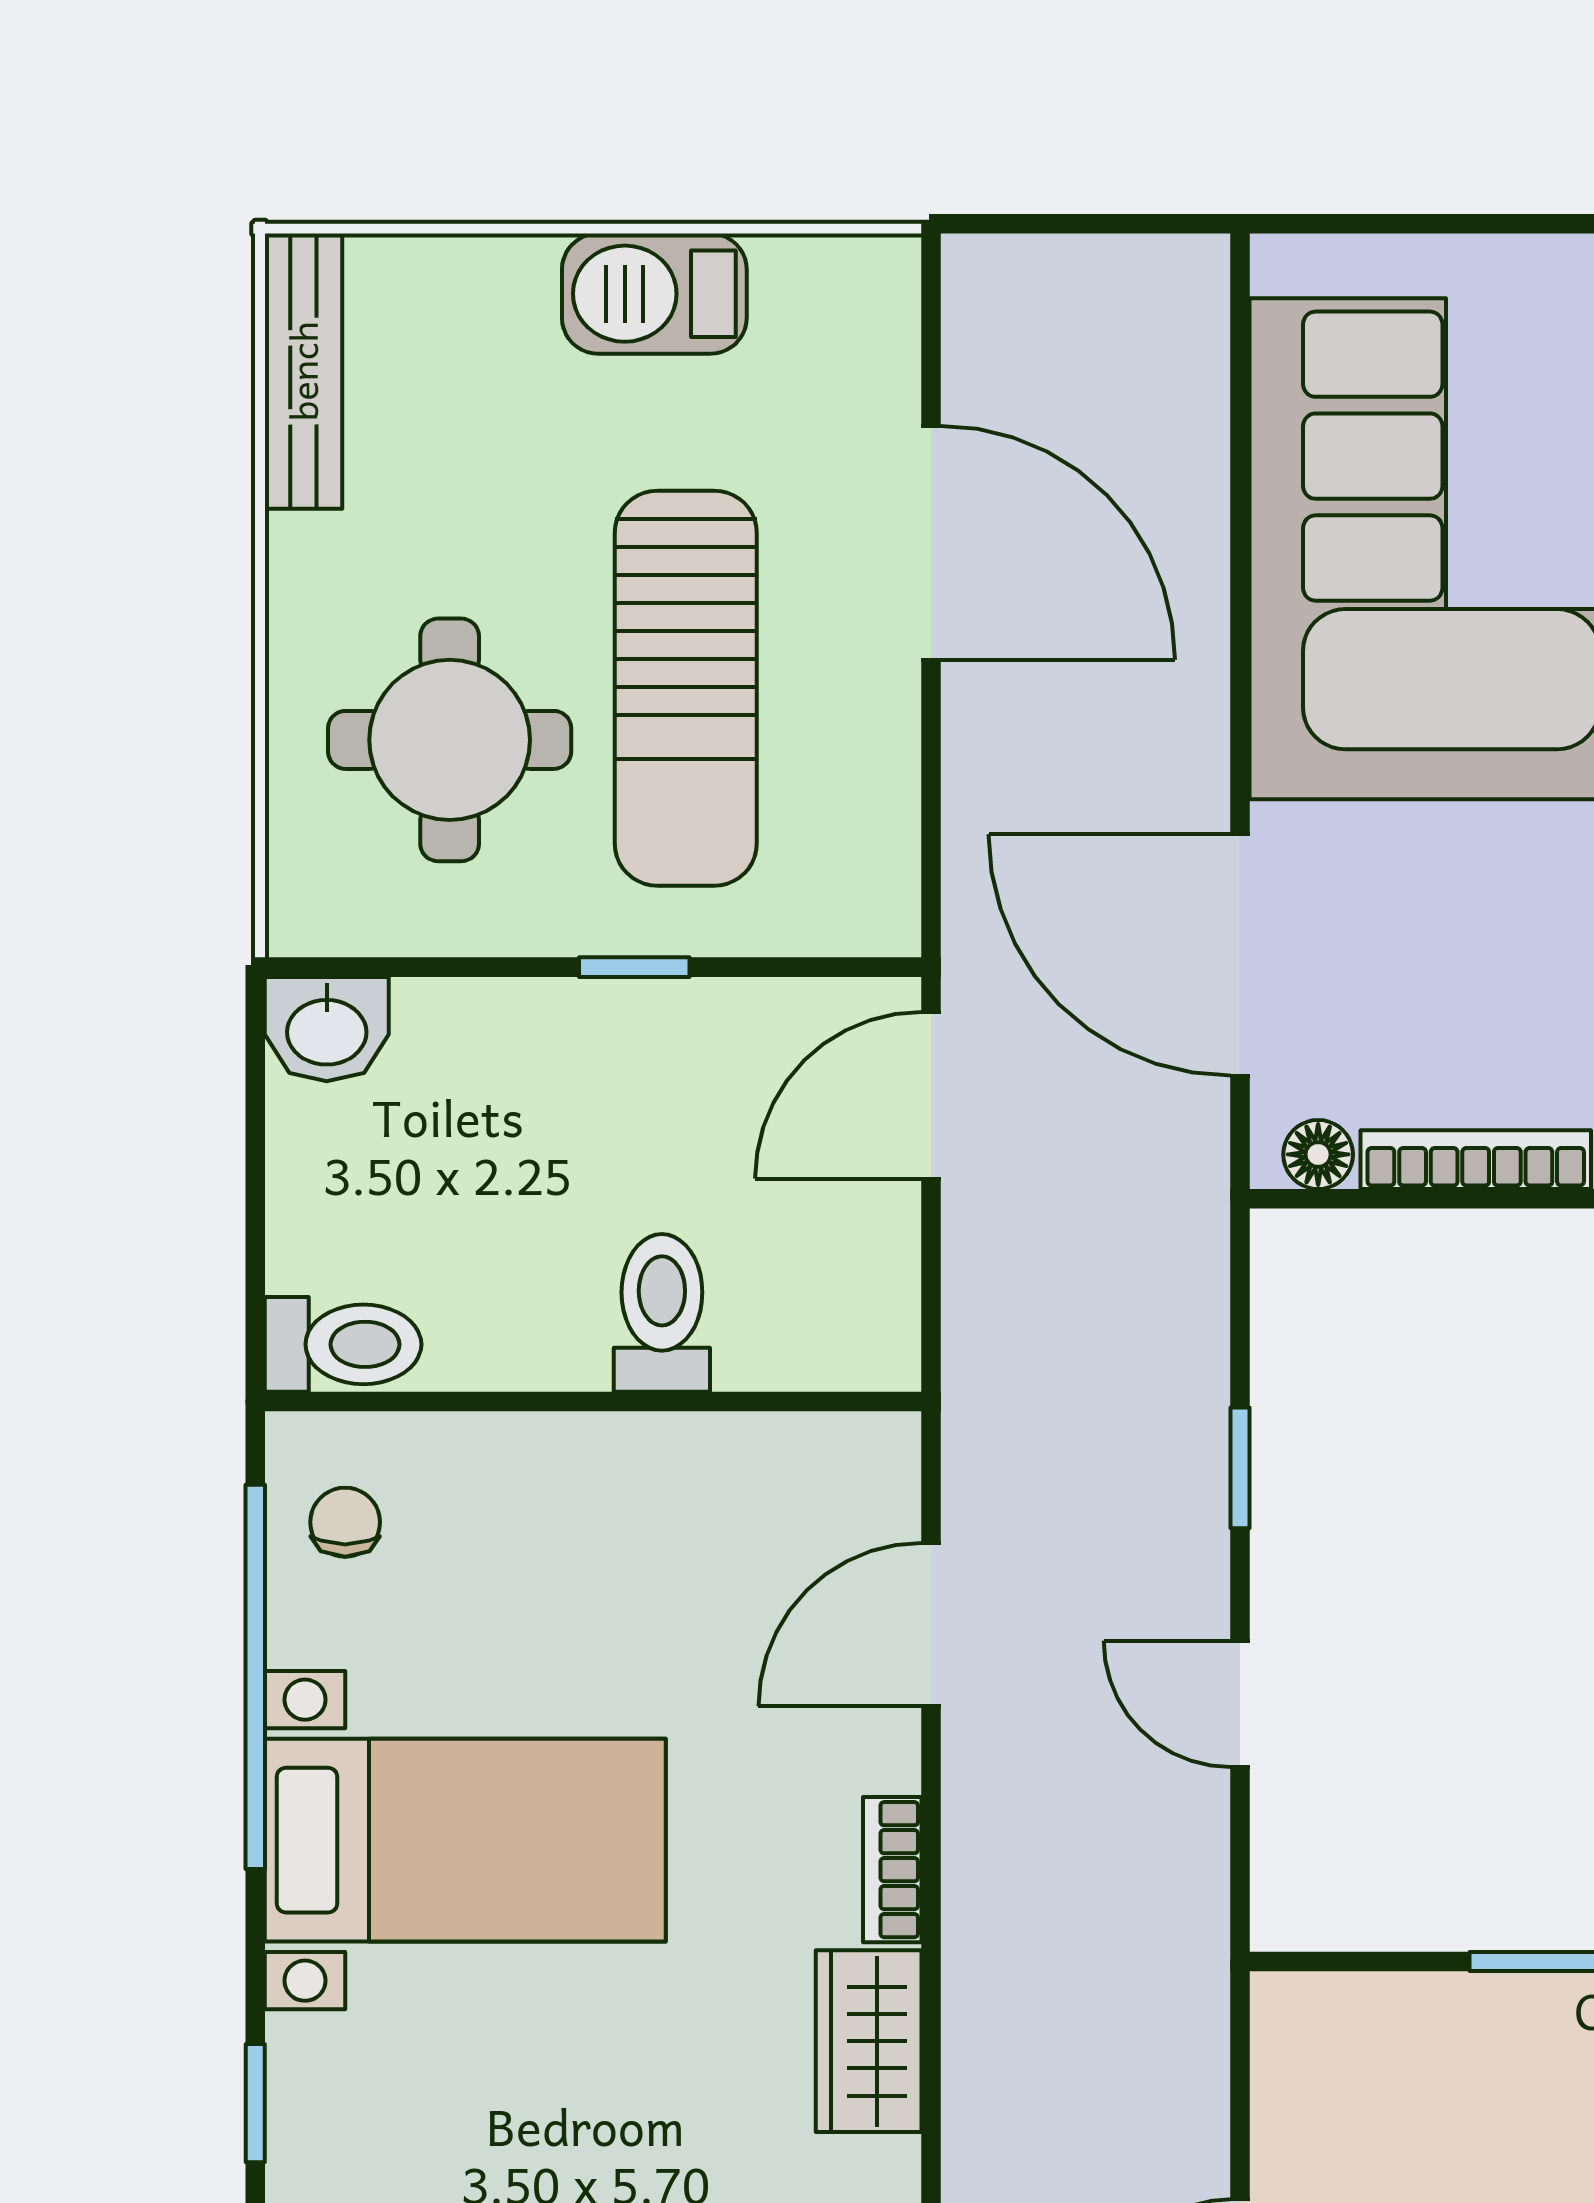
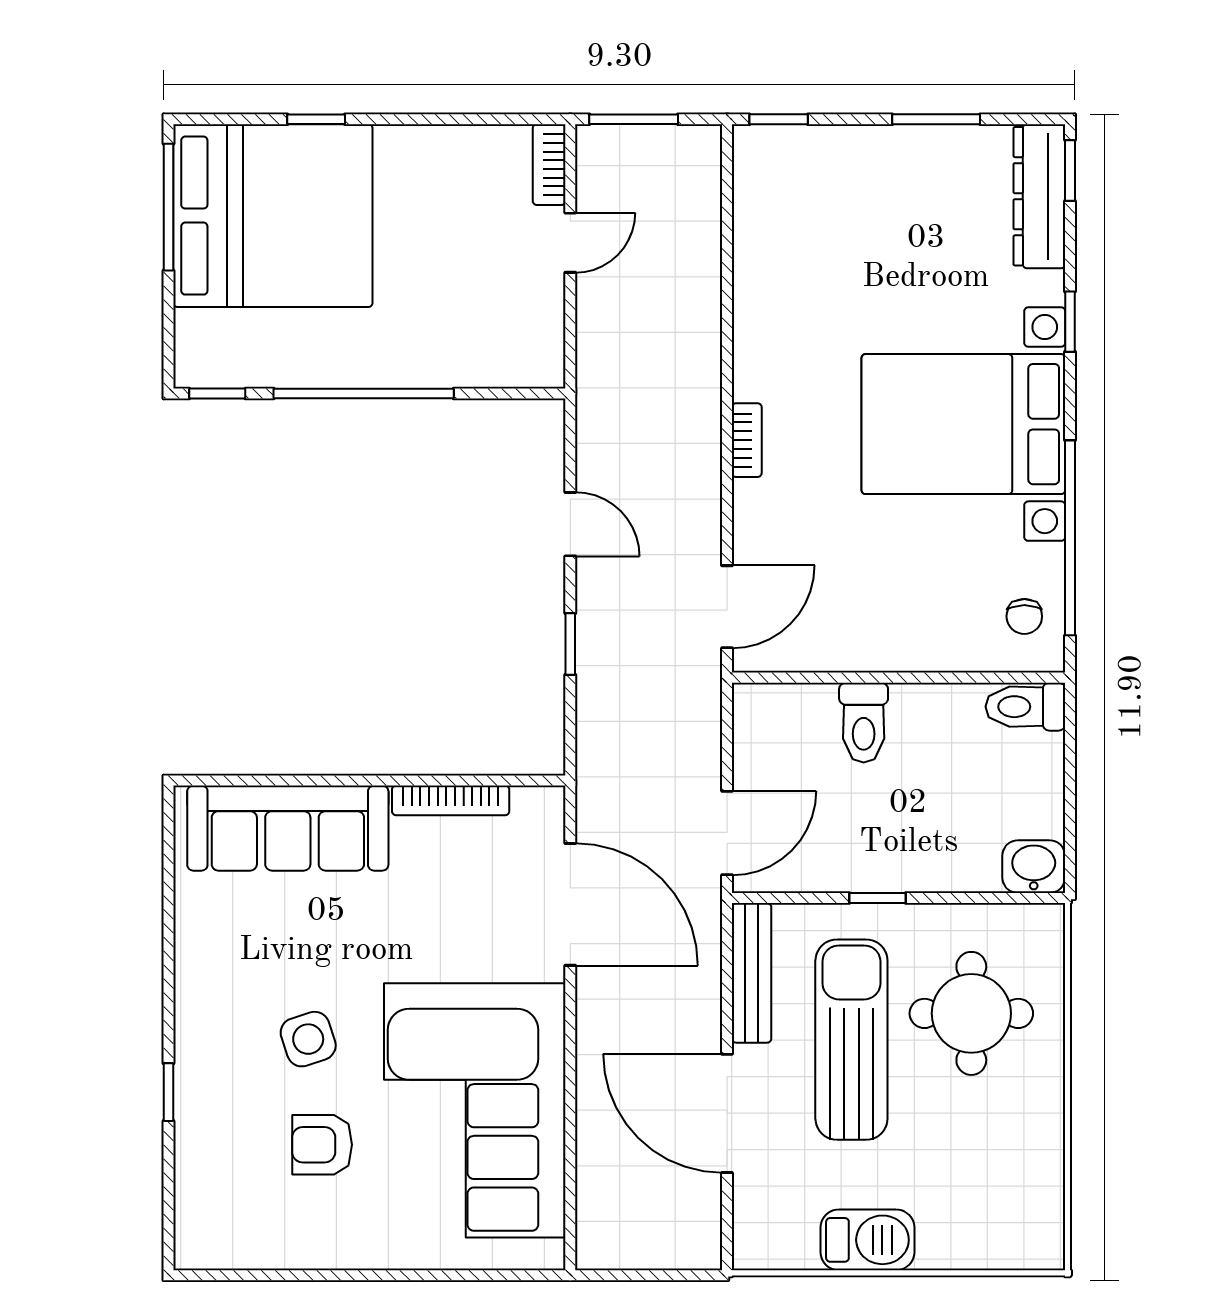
bench: (303, 371) -> (752, 973), moved
floor lamp: (1318, 1154) -> (531, 803), removed
door: (931, 1625) -> (727, 607), moved
bed with nightstands: (465, 1840) -> (963, 424), width x1.36
wardrobe: (869, 2041) -> (759, 353), removed

